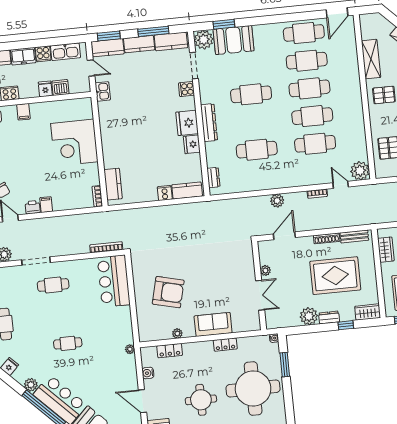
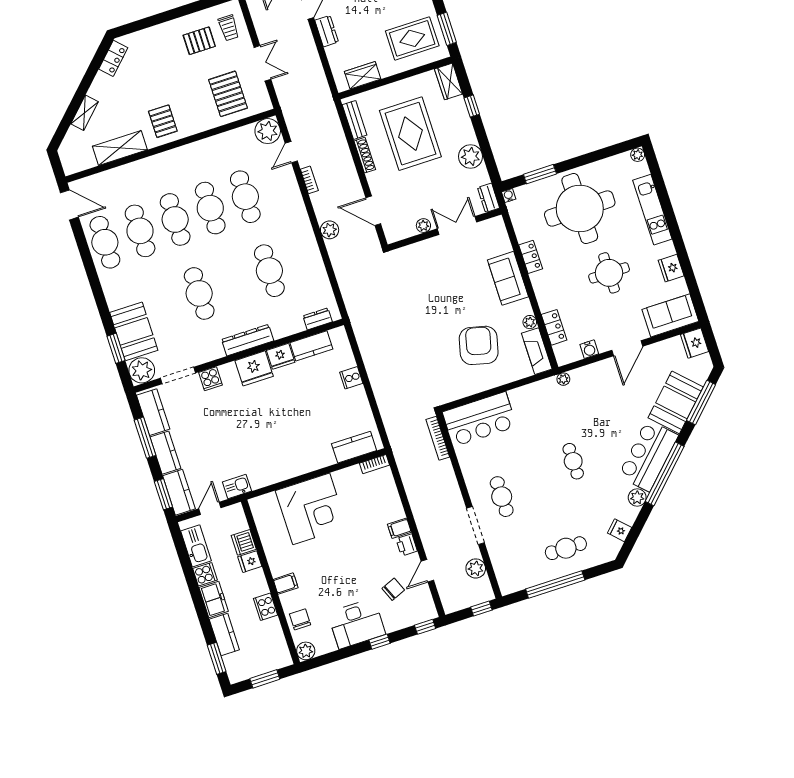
kitchen counter: (187, 190) -> (311, 346), moved, turned -90
dresser: (329, 317) -> (489, 198), moved
fireplace: (155, 334) -> (537, 351), added

